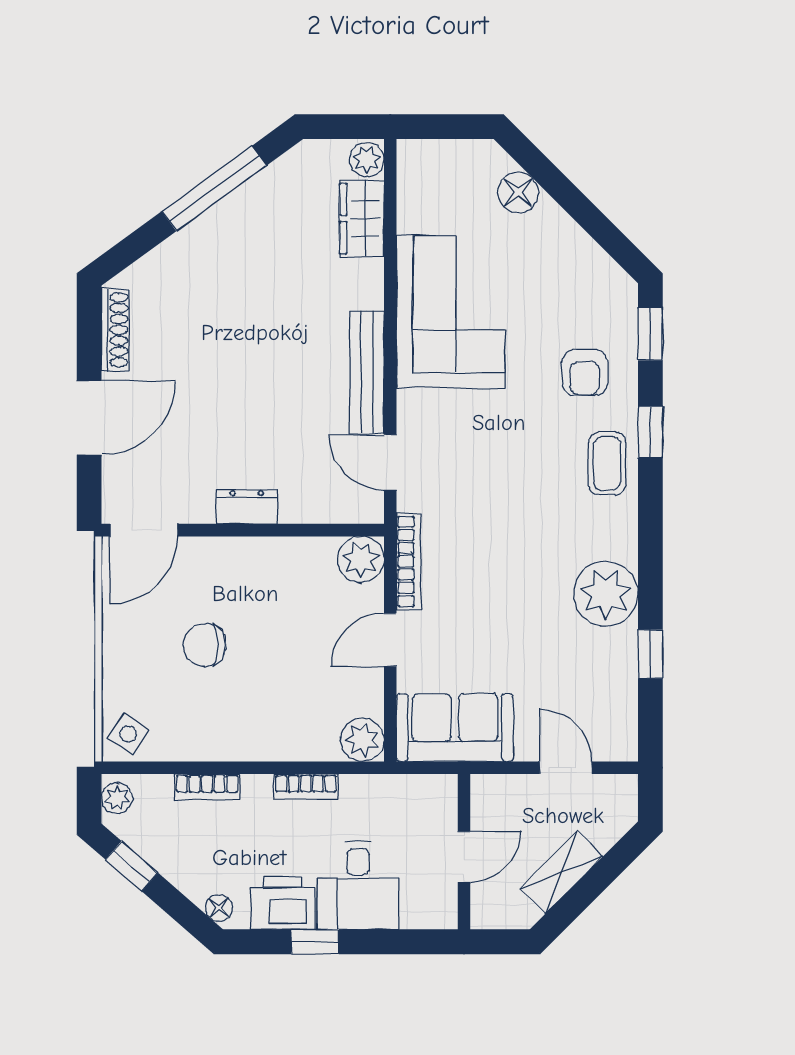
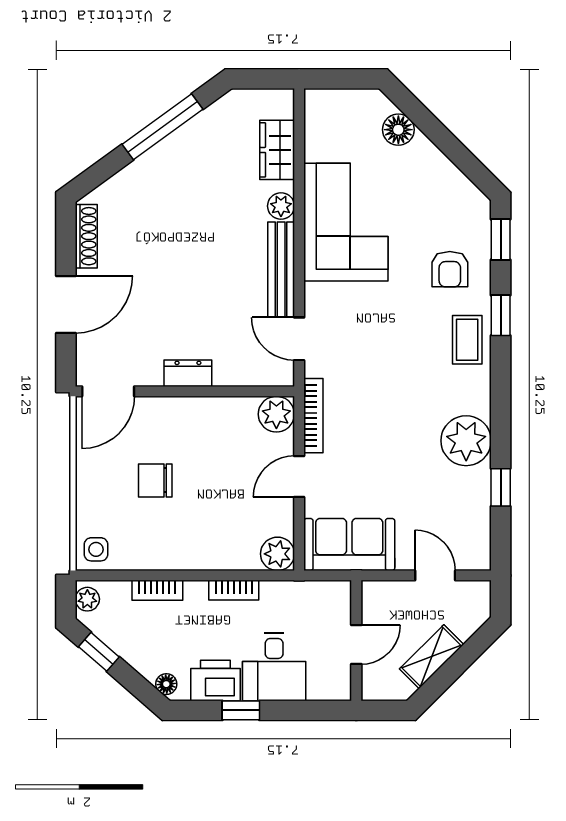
plant: (367, 160) -> (281, 206), moved
side table: (128, 734) -> (96, 549), turned -33

